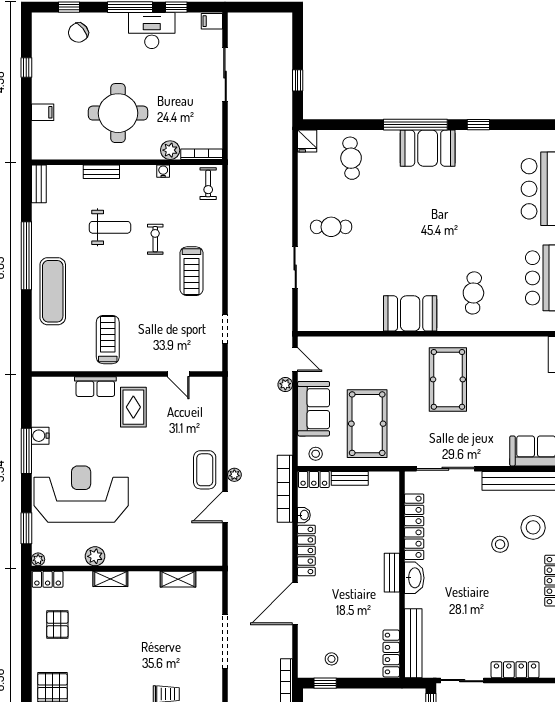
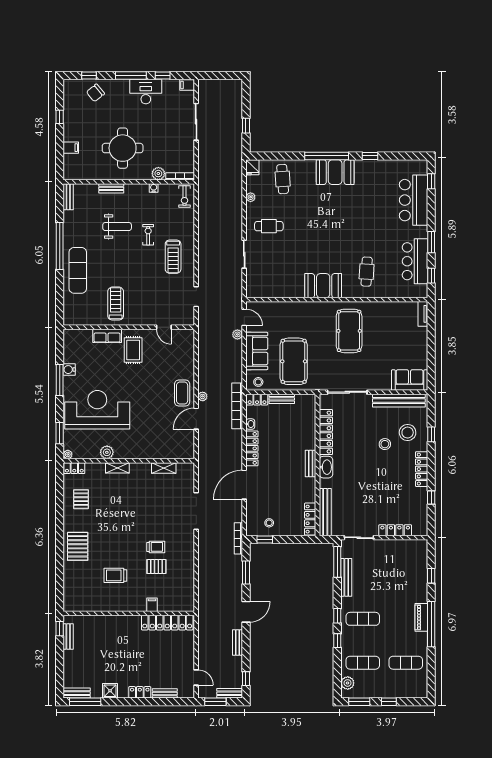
plant: (304, 185) -> (251, 197), added

